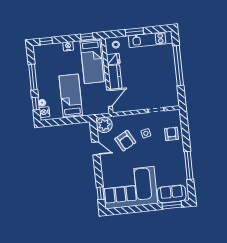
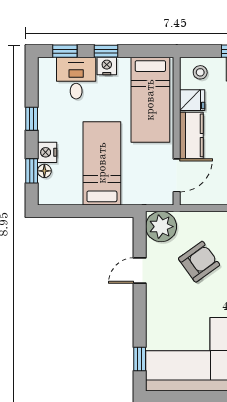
window: (87, 37) -> (106, 51), moved
desk: (53, 54) -> (76, 78), added
window: (33, 77) -> (32, 119), width x0.46
nightstand: (44, 112) -> (47, 152), moved
armchair: (125, 141) -> (199, 262), turned -97
door: (96, 148) -> (140, 271), swing flipped

